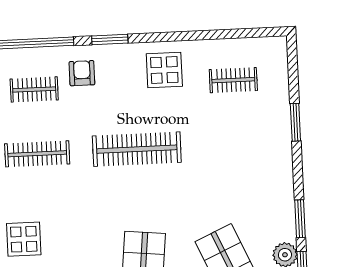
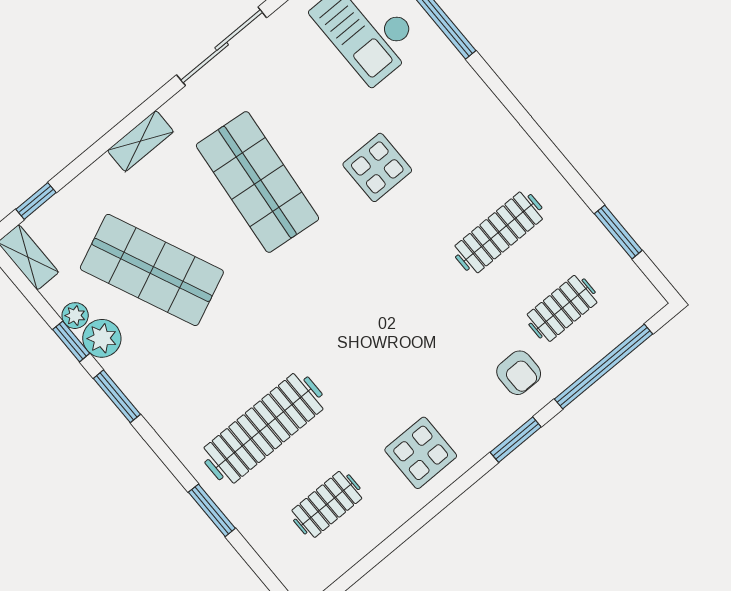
clothes rail: (137, 149) -> (263, 428), moved
display table: (24, 239) -> (377, 167), moved

